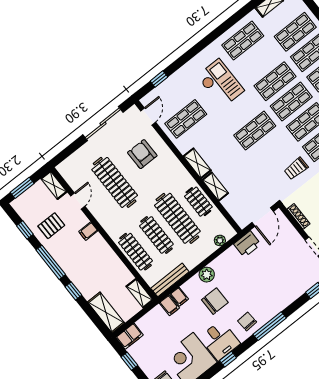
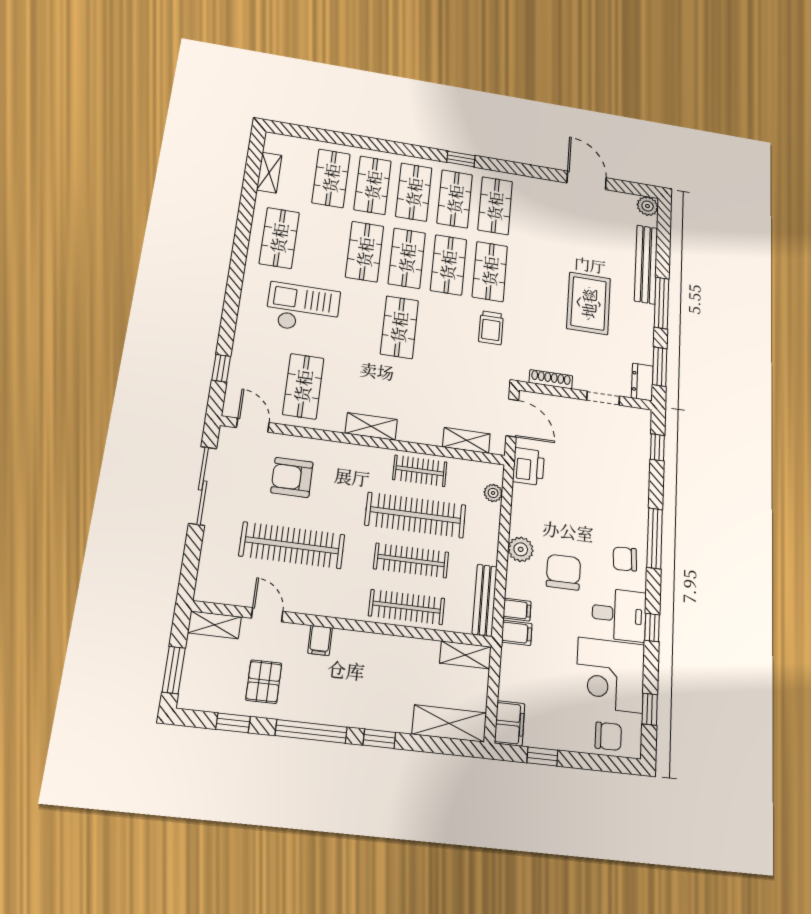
shelving: (215, 187) -> (466, 440), moved

